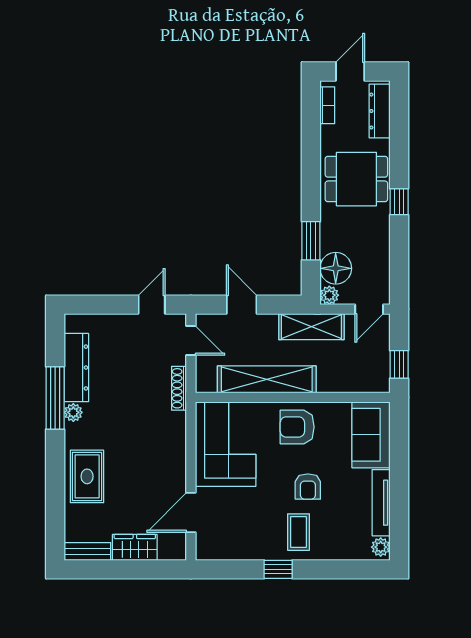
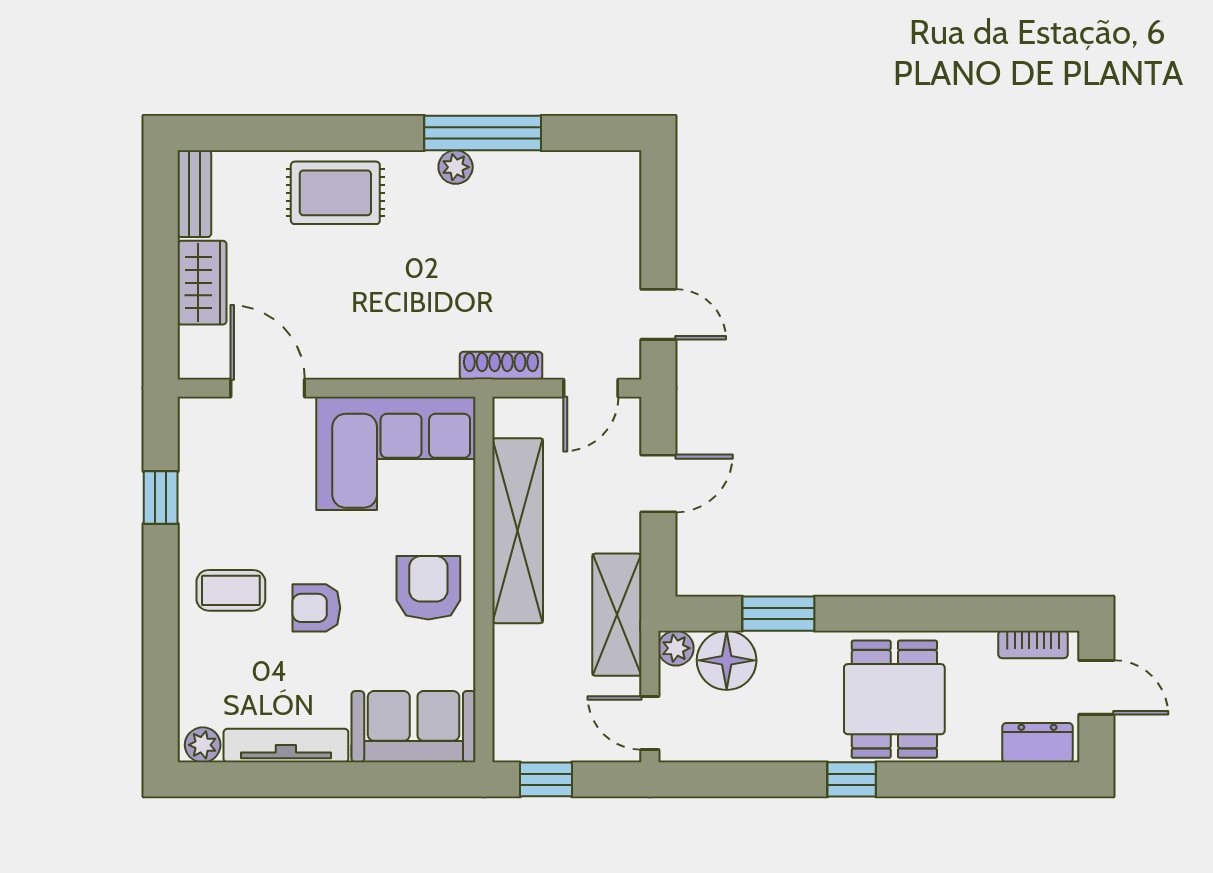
dresser: (380, 111) -> (1038, 743), width x0.70
dresser: (76, 368) -> (540, 173), removed
window: (278, 569) -> (161, 498), moved

